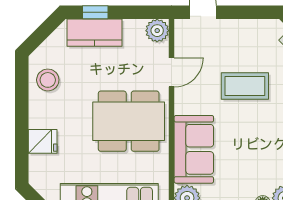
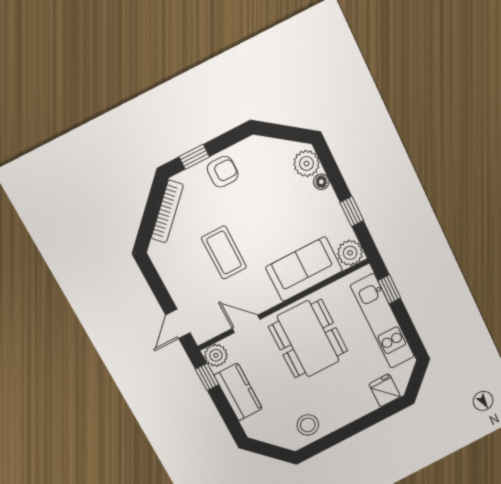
window: (95, 12) -> (207, 377), moved
kitchen counter: (95, 33) -> (238, 392), moved
fridge: (43, 141) -> (385, 390), moved

